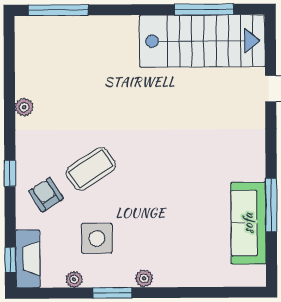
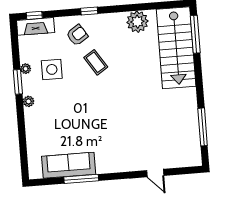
stairs: (202, 41) -> (176, 48), moved
plant: (24, 107) -> (137, 22), width x1.87, depth x1.87
coffee table: (91, 169) -> (96, 62), width x0.73, depth x0.77
plant: (74, 279) -> (26, 69), moved

